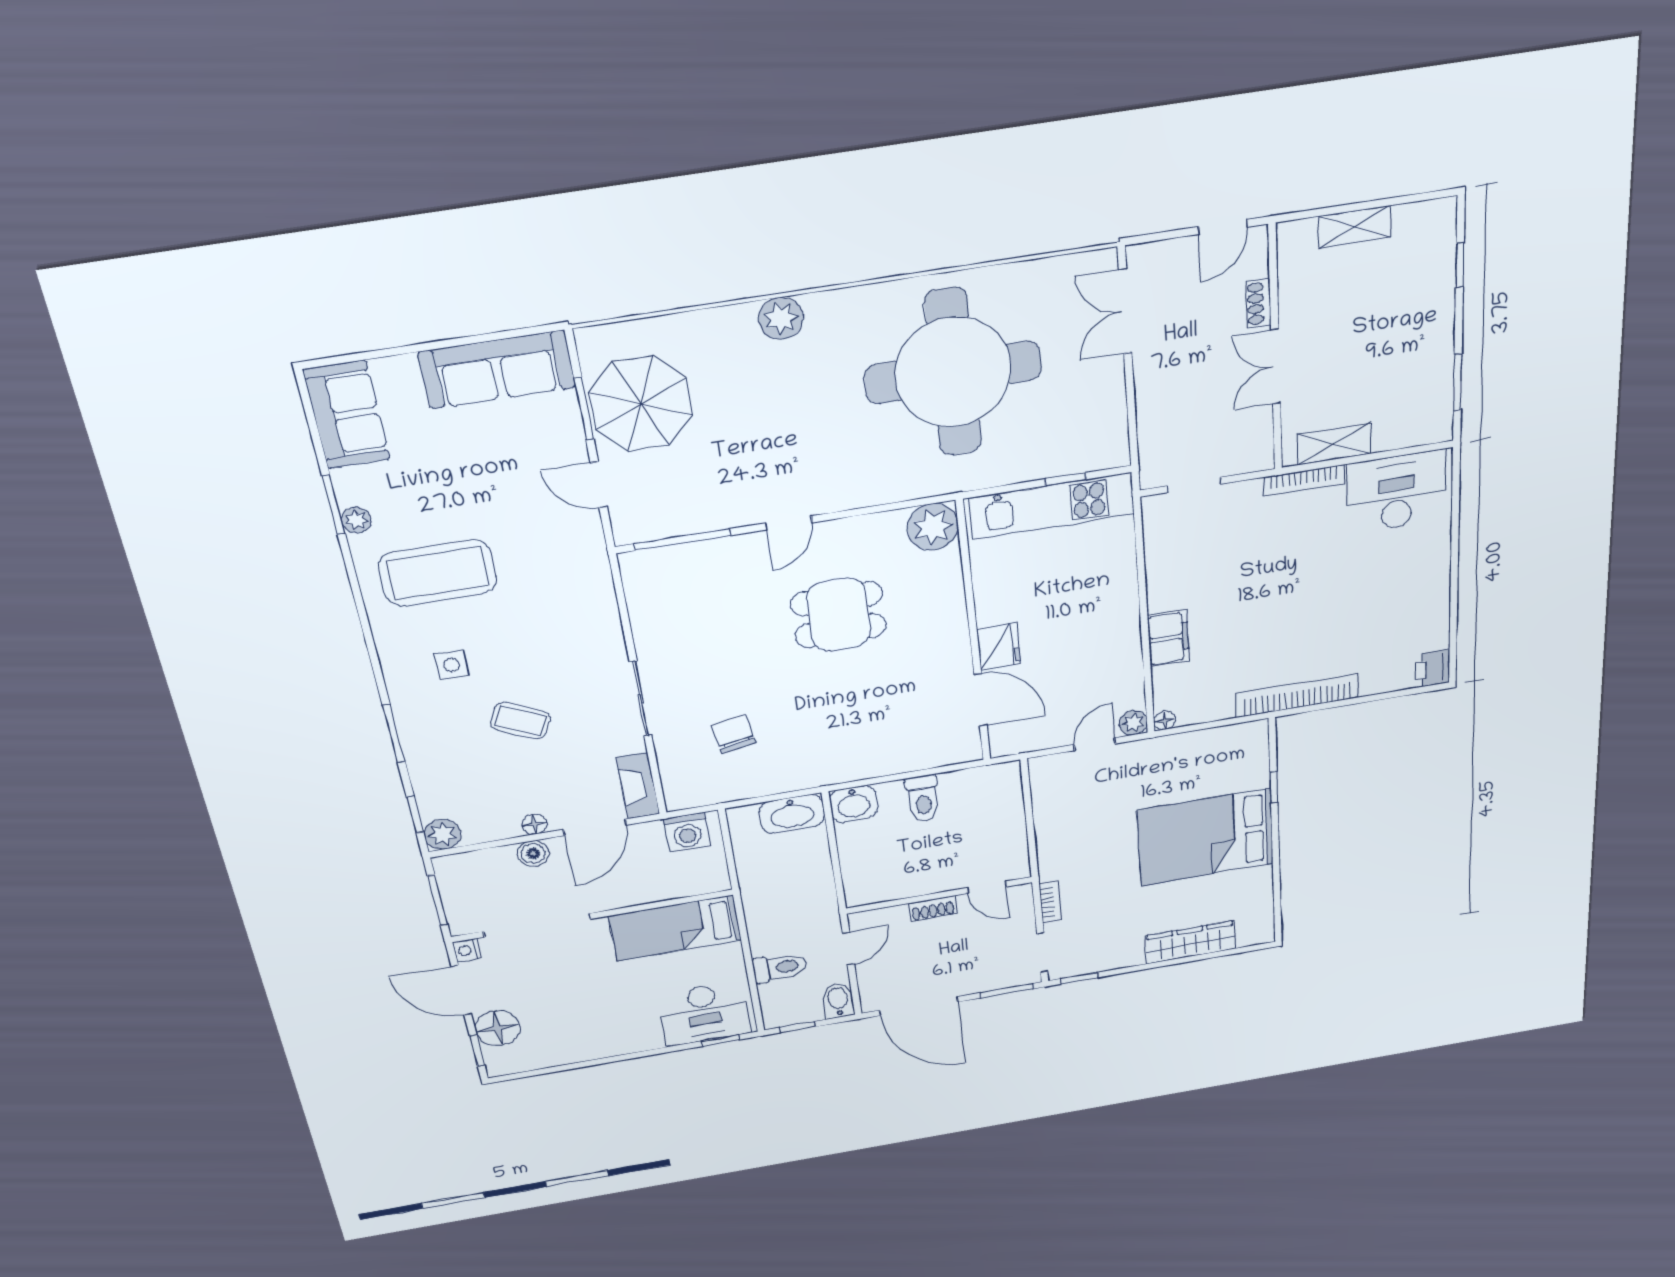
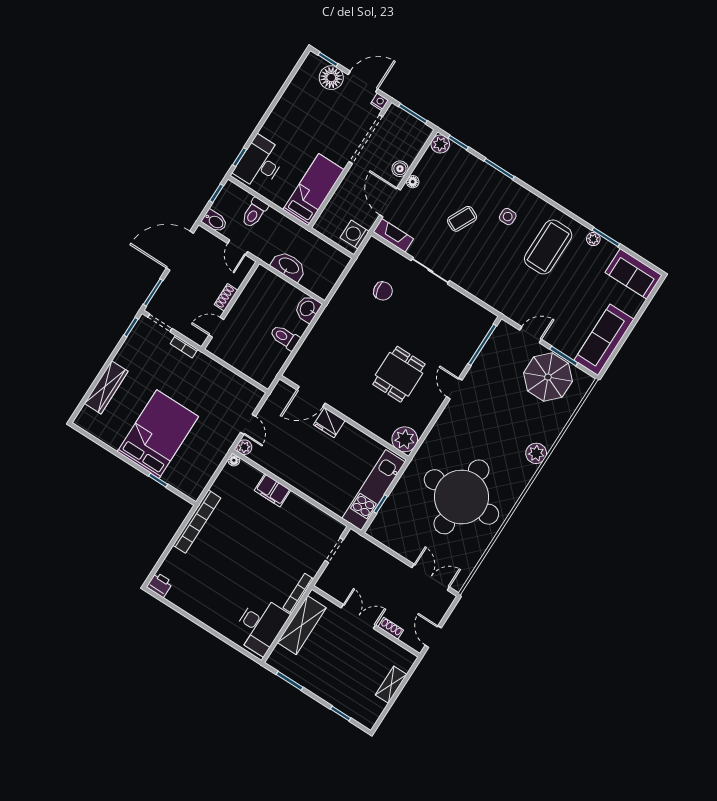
shelving: (1334, 444) -> (302, 625), width x1.50, depth x1.33
washbasin: (792, 814) -> (289, 266), moved, turned 90

